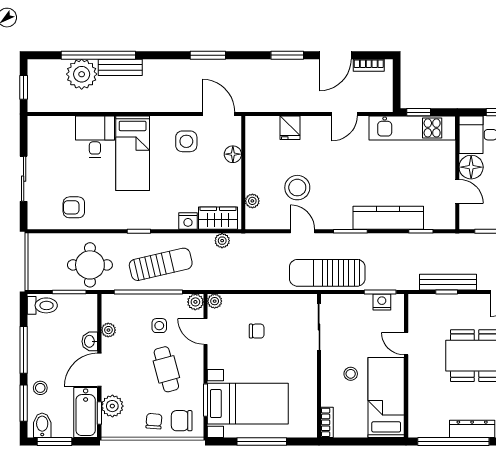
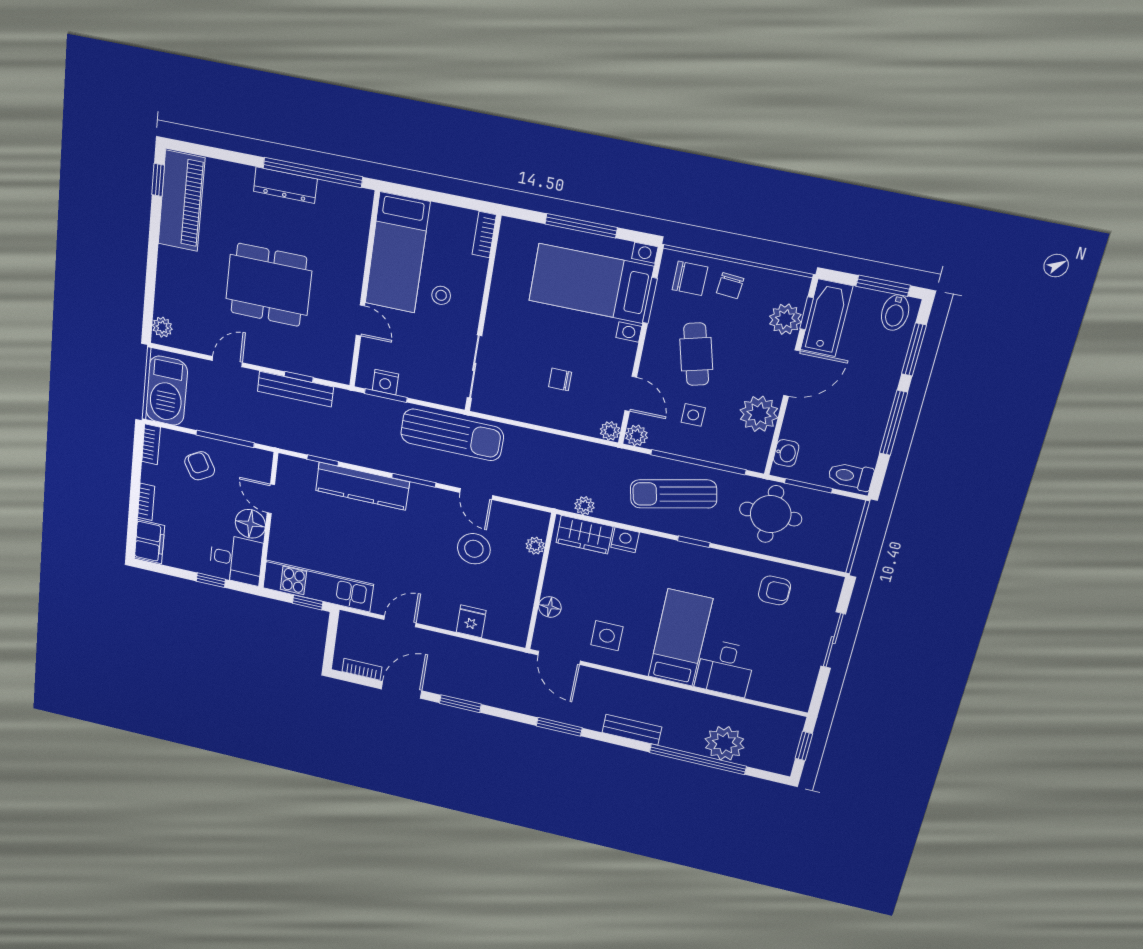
bench: (120, 67) -> (632, 730), moved
plant: (108, 330) -> (759, 414), width x1.87, depth x1.87
washbasin: (90, 341) -> (786, 453), moved
stool: (40, 388) -> (884, 366), removed

